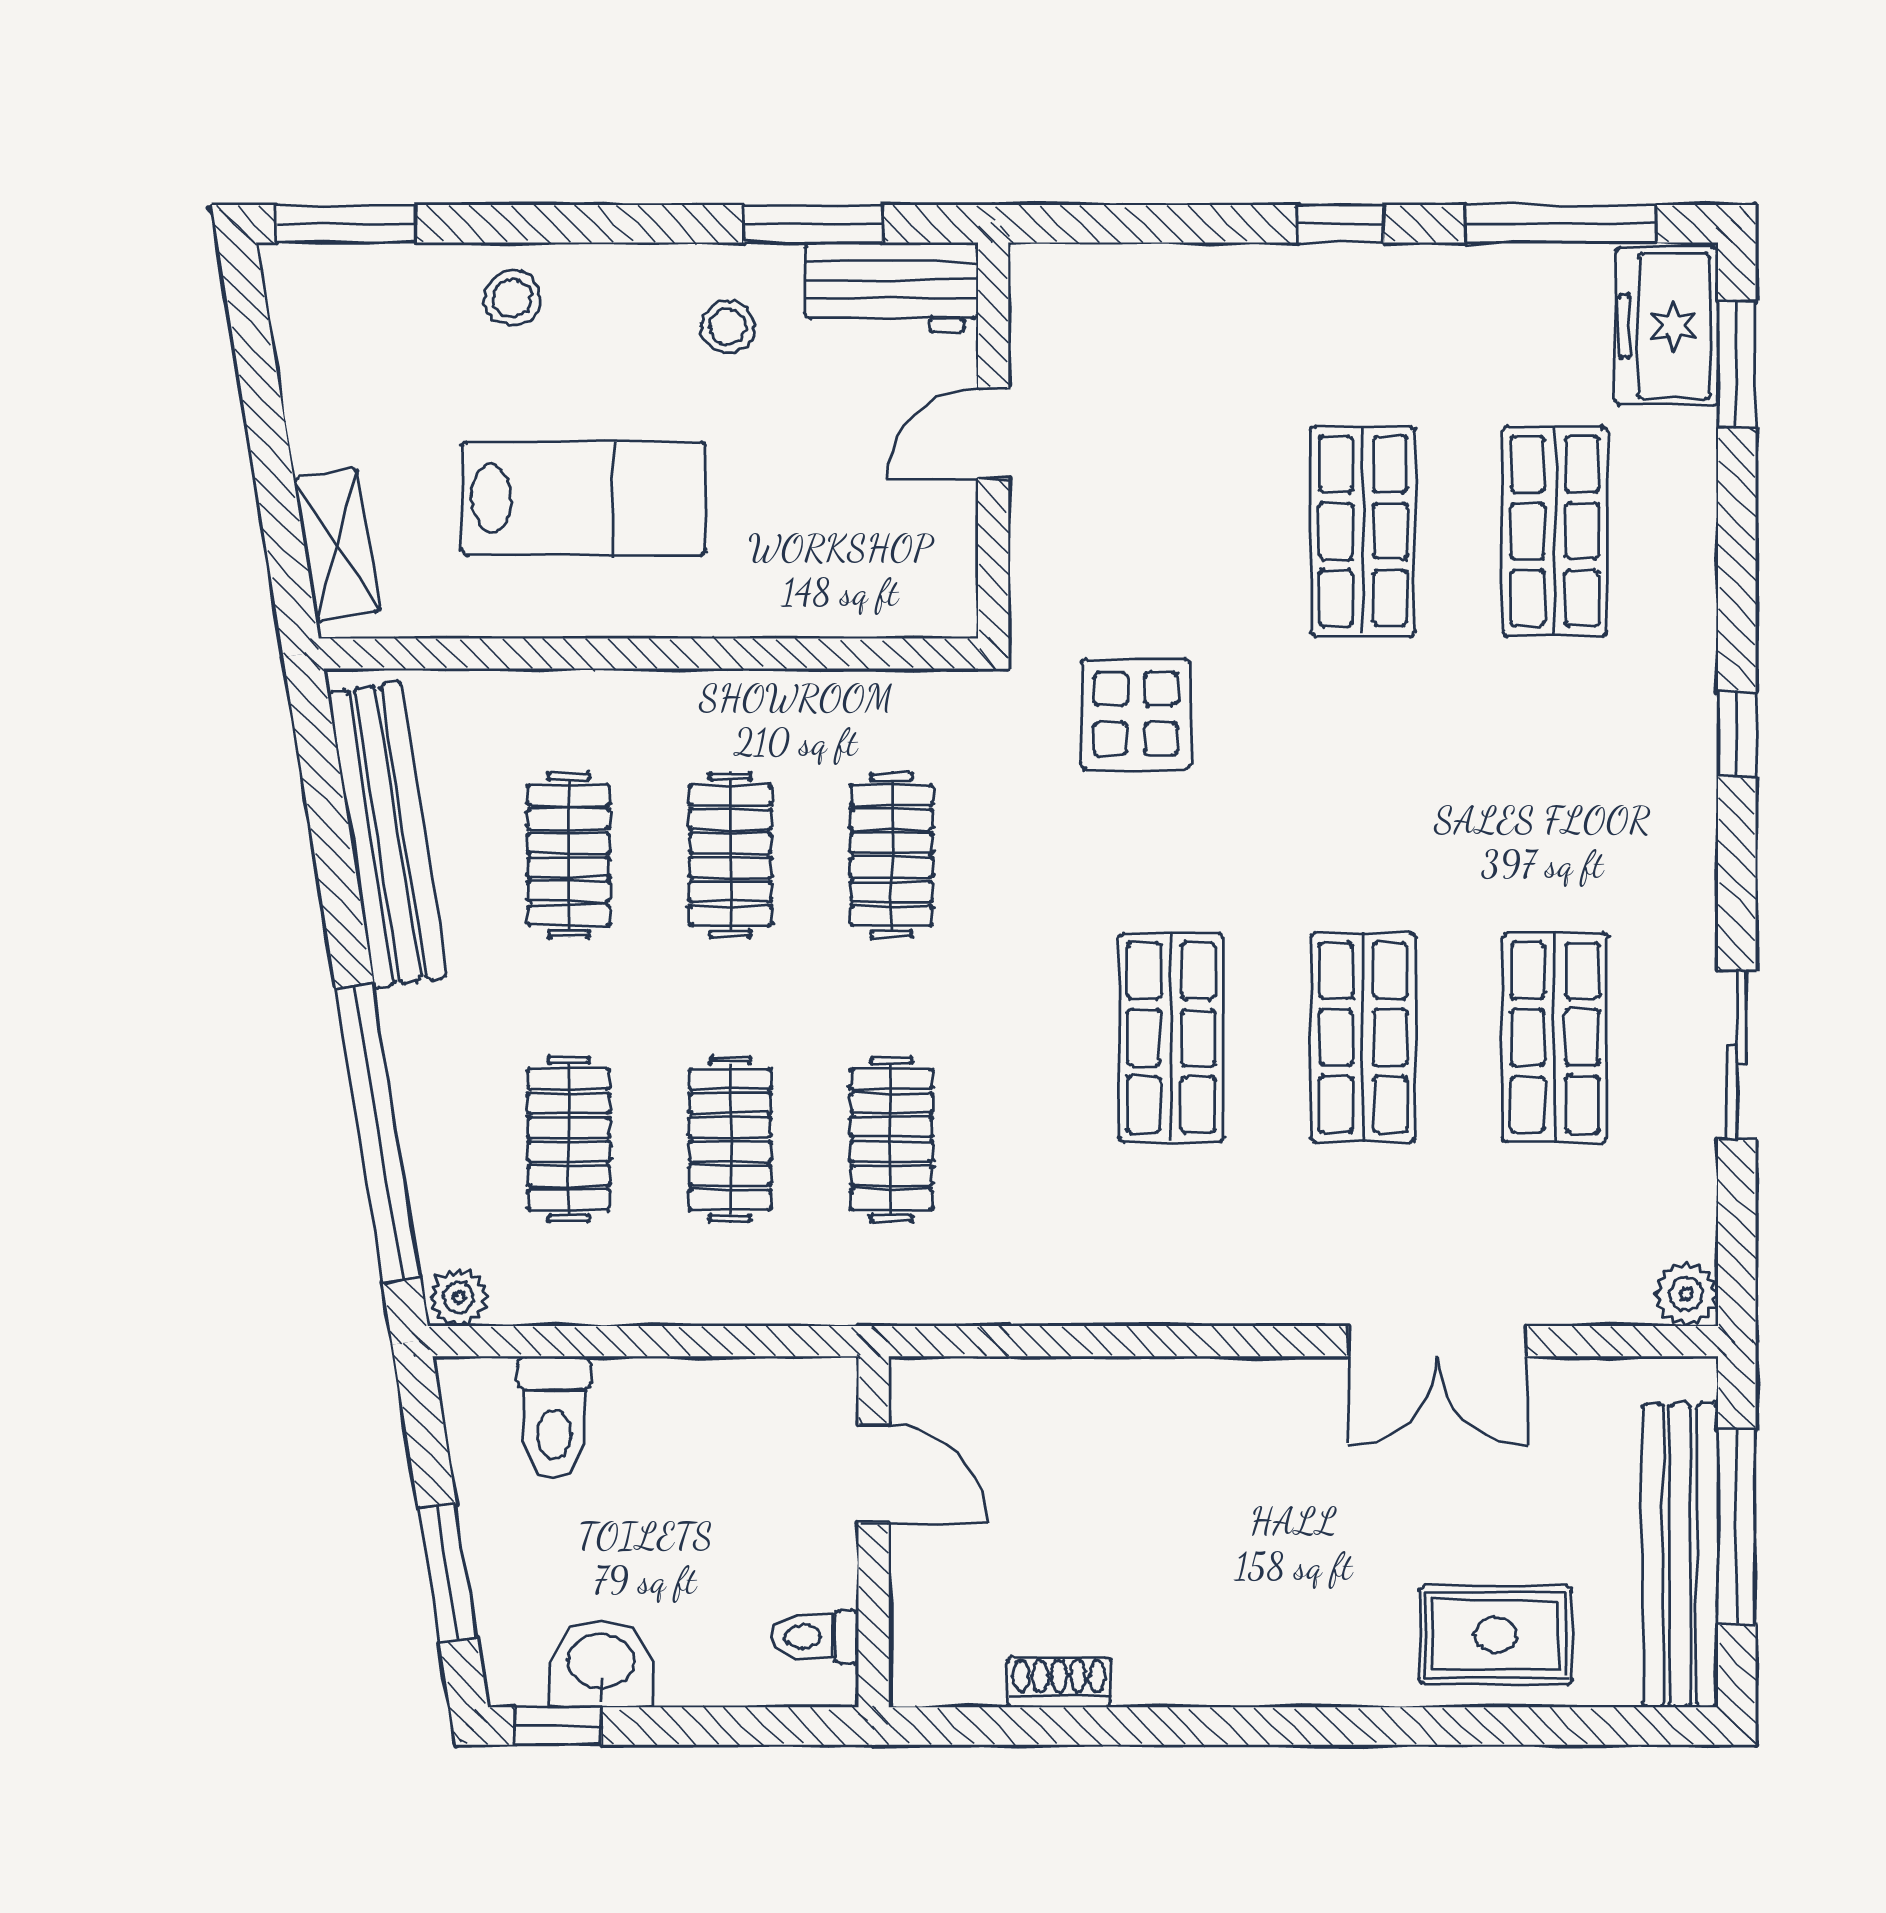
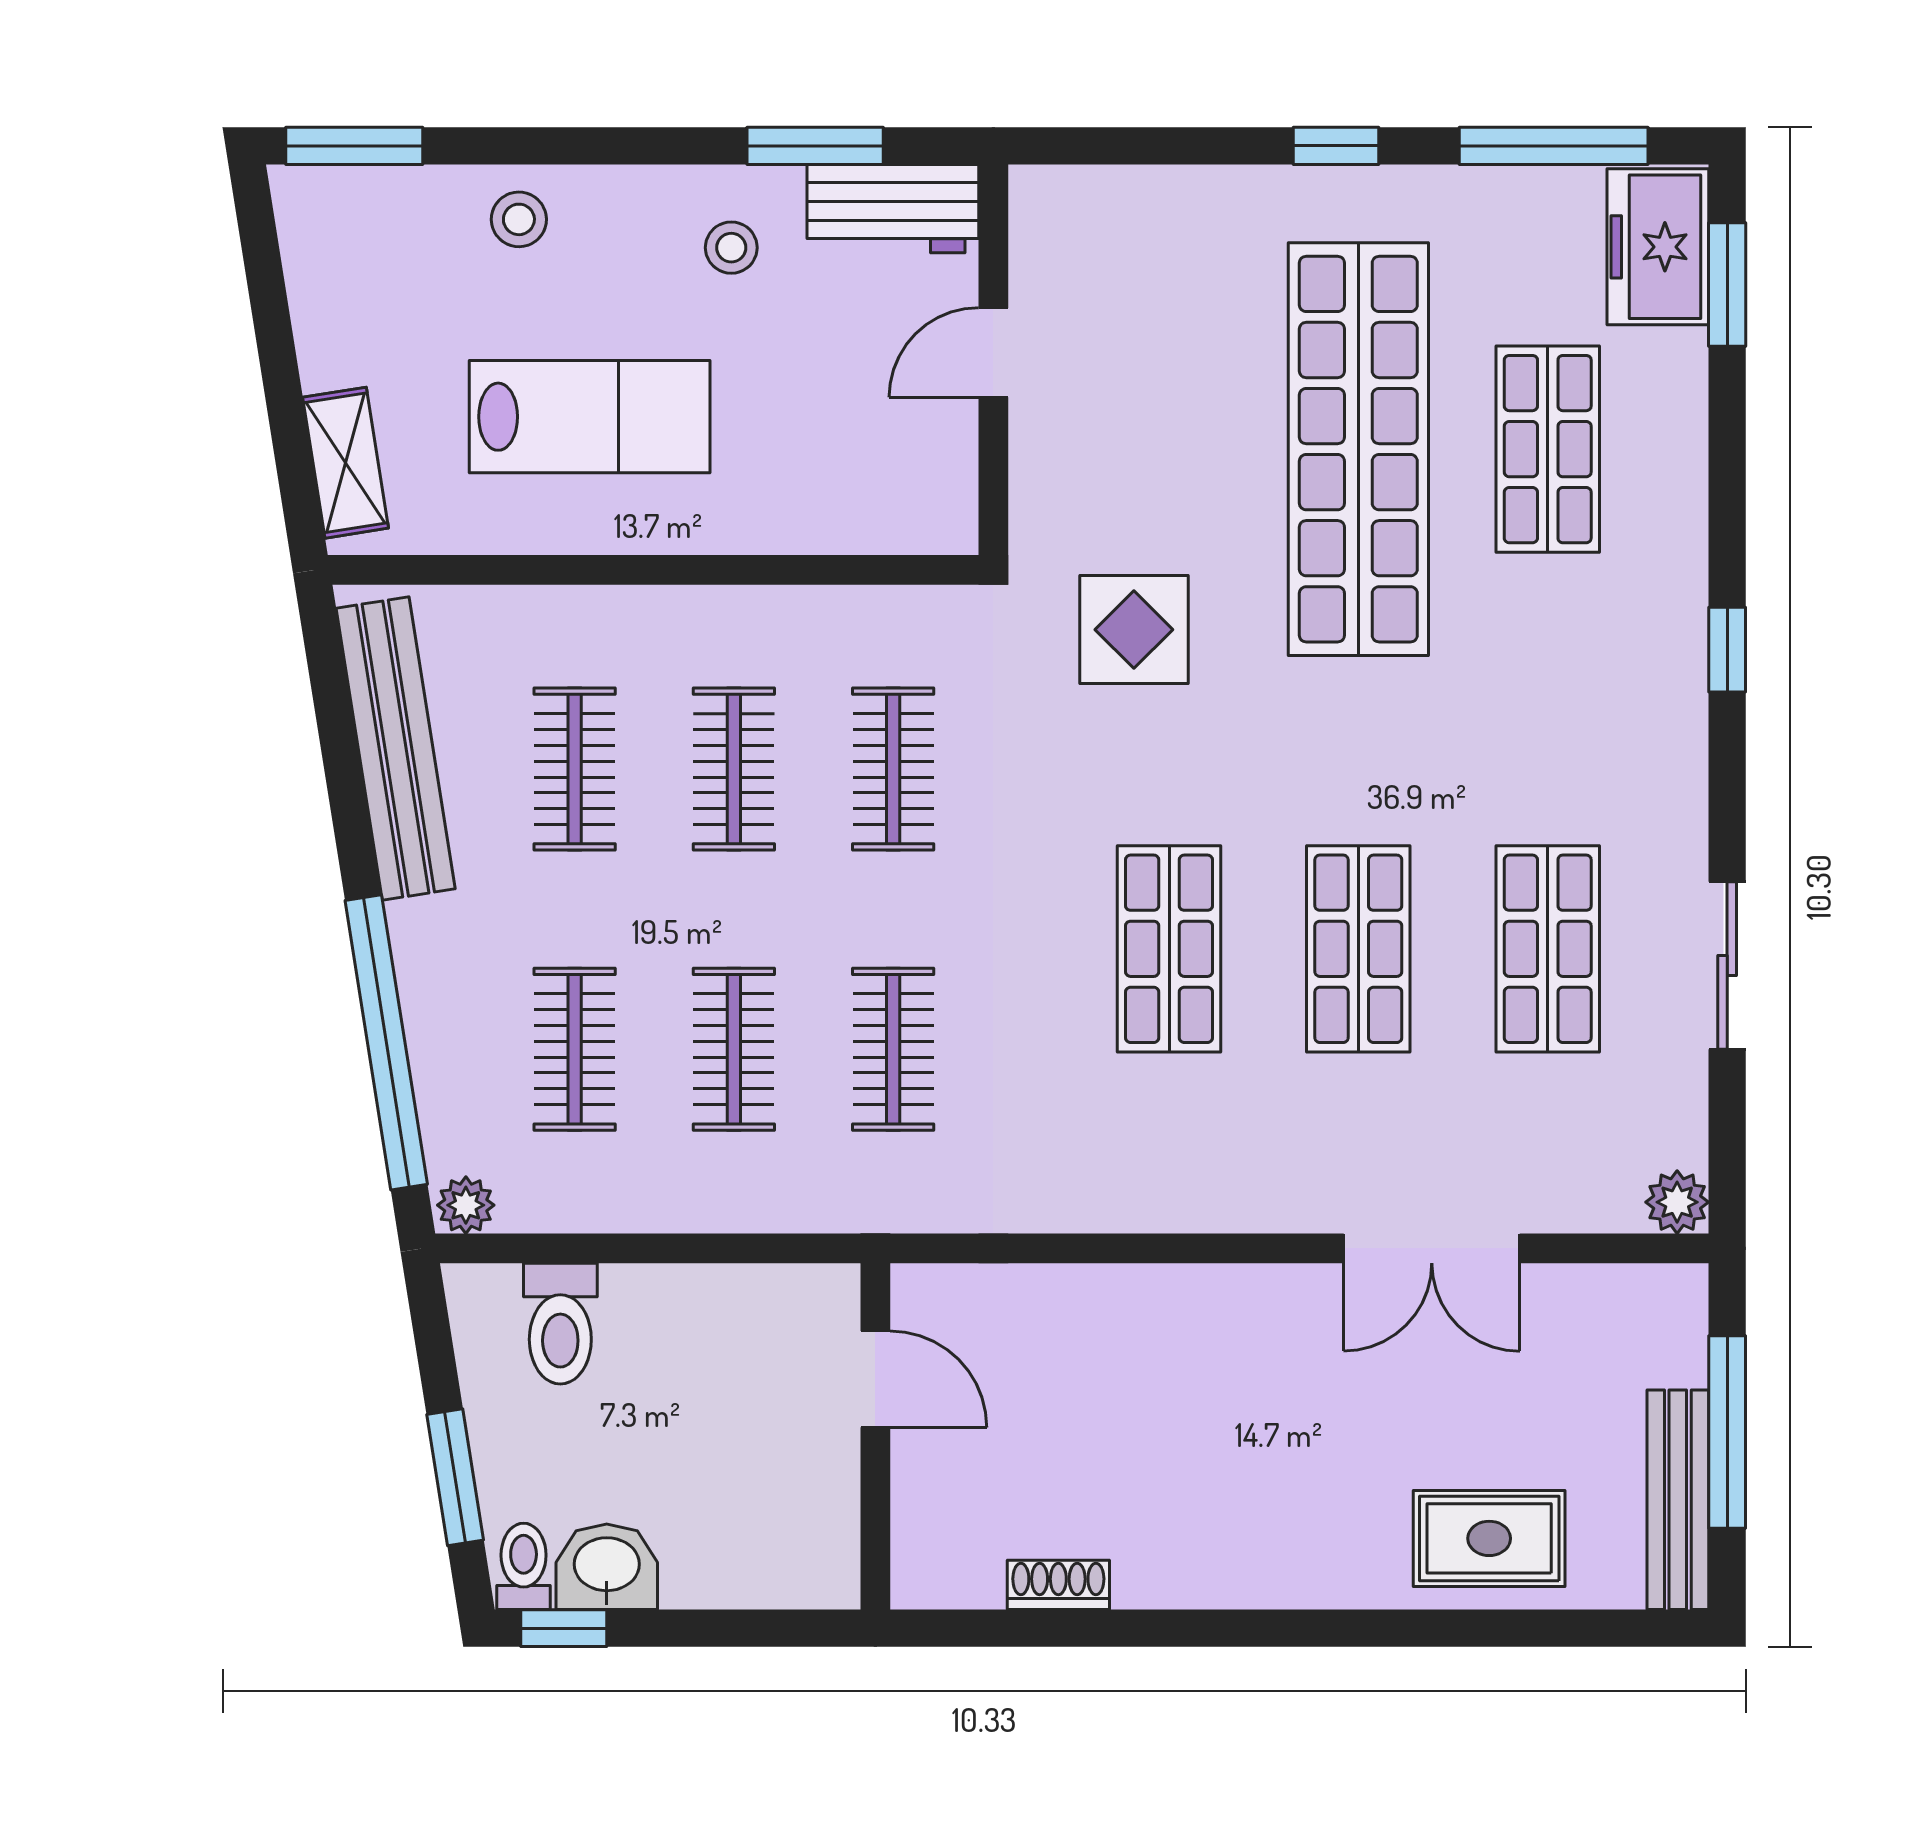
shop shelf: (1363, 531) -> (1358, 449), width x2.00, depth x1.36
bench: (1680, 1555) -> (1678, 1500), width x0.73, depth x0.82
toilet: (815, 1637) -> (524, 1566), moved, turned 90

